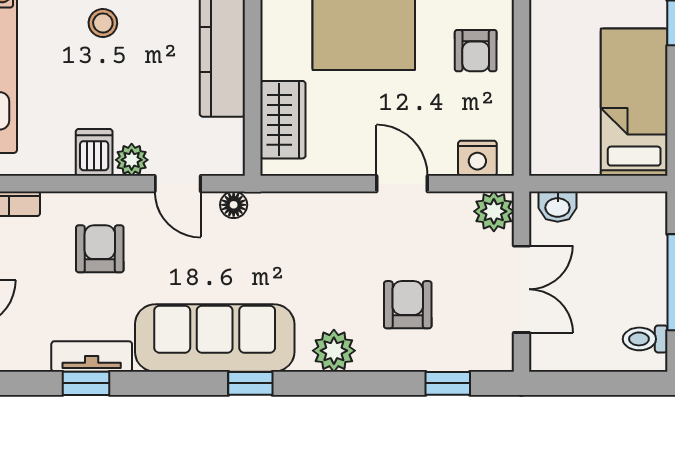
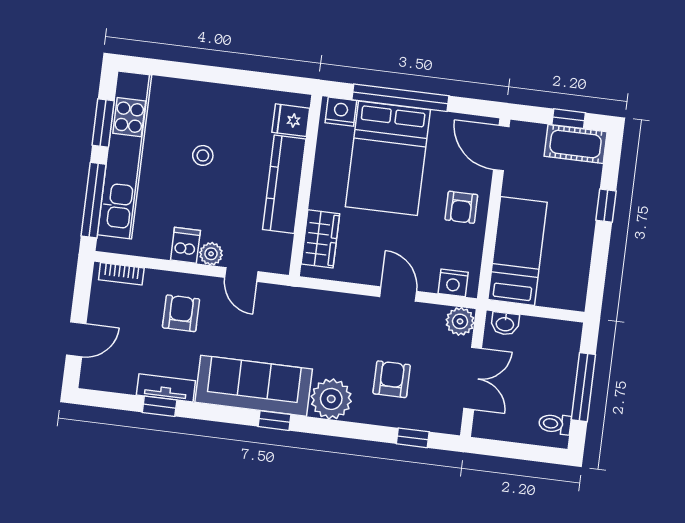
bed: (634, 102) -> (518, 251), moved
floor lamp: (234, 205) -> (278, 294), removed
plant: (334, 351) -> (331, 399), width x1.36, depth x1.36

